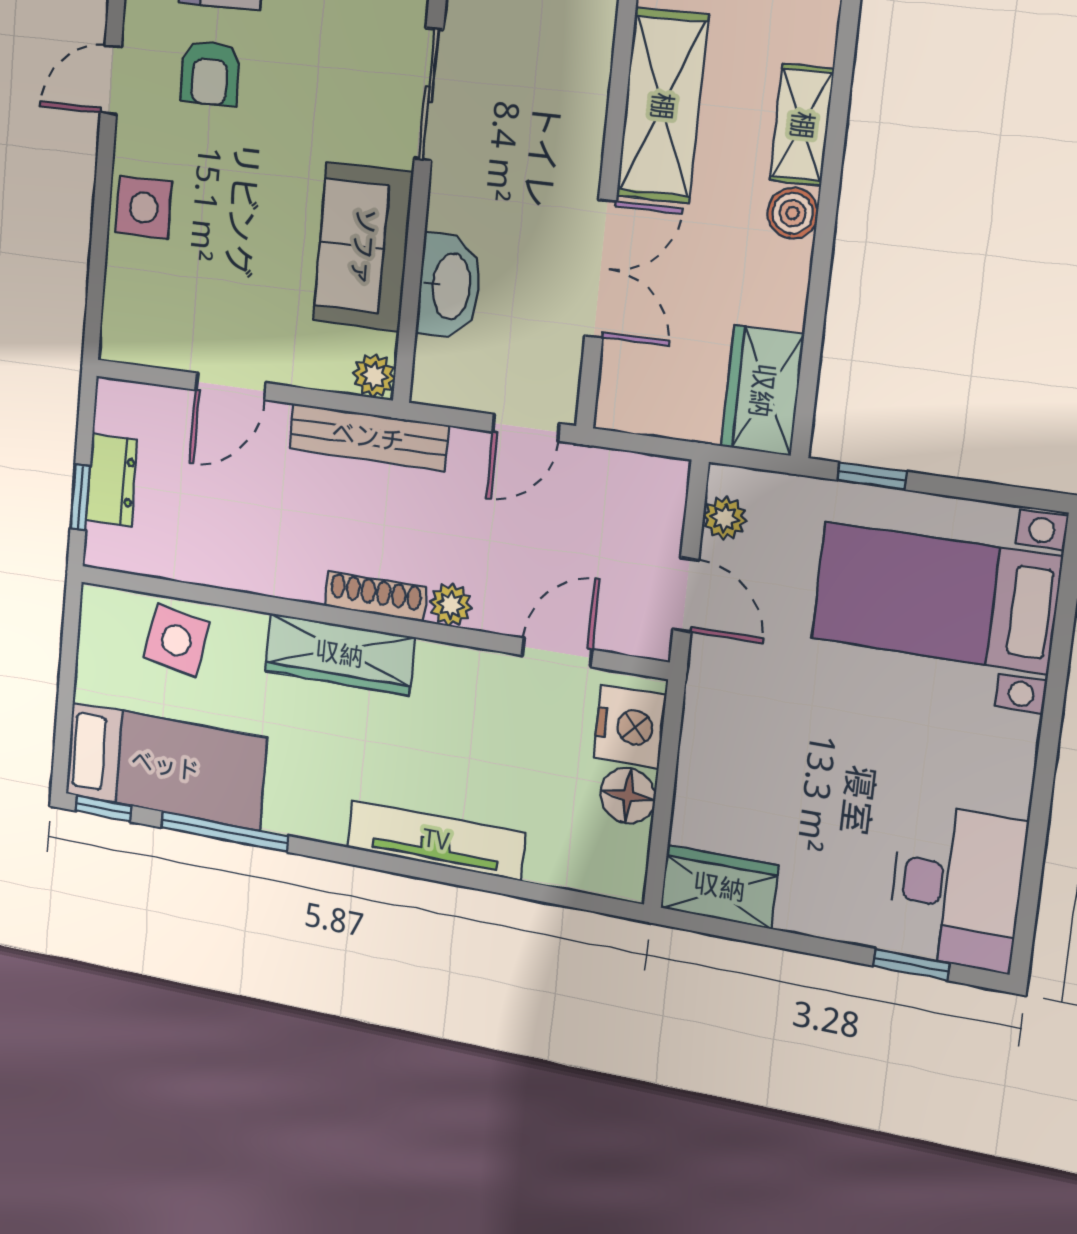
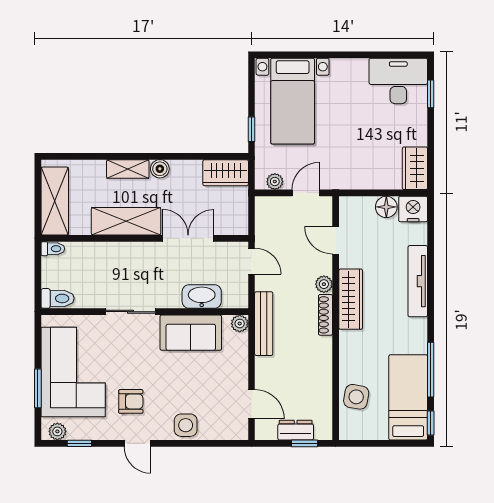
door: (231, 386) -> (251, 404), moved
wardrobe: (339, 654) -> (351, 299), moved
nightstand: (630, 727) -> (413, 209), moved

